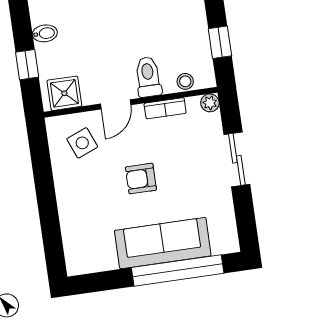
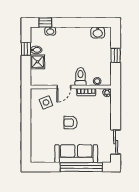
window: (220, 42) -> (116, 55), moved
window: (27, 65) -> (26, 49), moved
shower: (64, 93) -> (37, 62), moved
sliding door: (237, 159) -> (116, 142), moved

